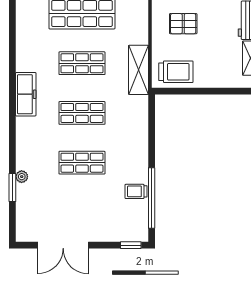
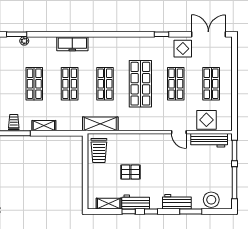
pallet: (183, 24) -> (130, 172), moved, turned 90
freezer: (26, 94) -> (72, 44), moved
shelving: (141, 149) -> (44, 126), added

